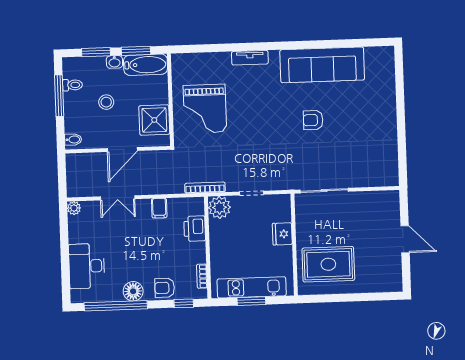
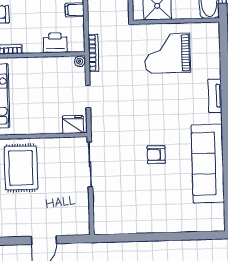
armchair: (313, 120) -> (156, 155), turned -90
plant: (219, 207) -> (80, 61), width x0.53, depth x0.53
fridge: (282, 234) -> (73, 124), moved

